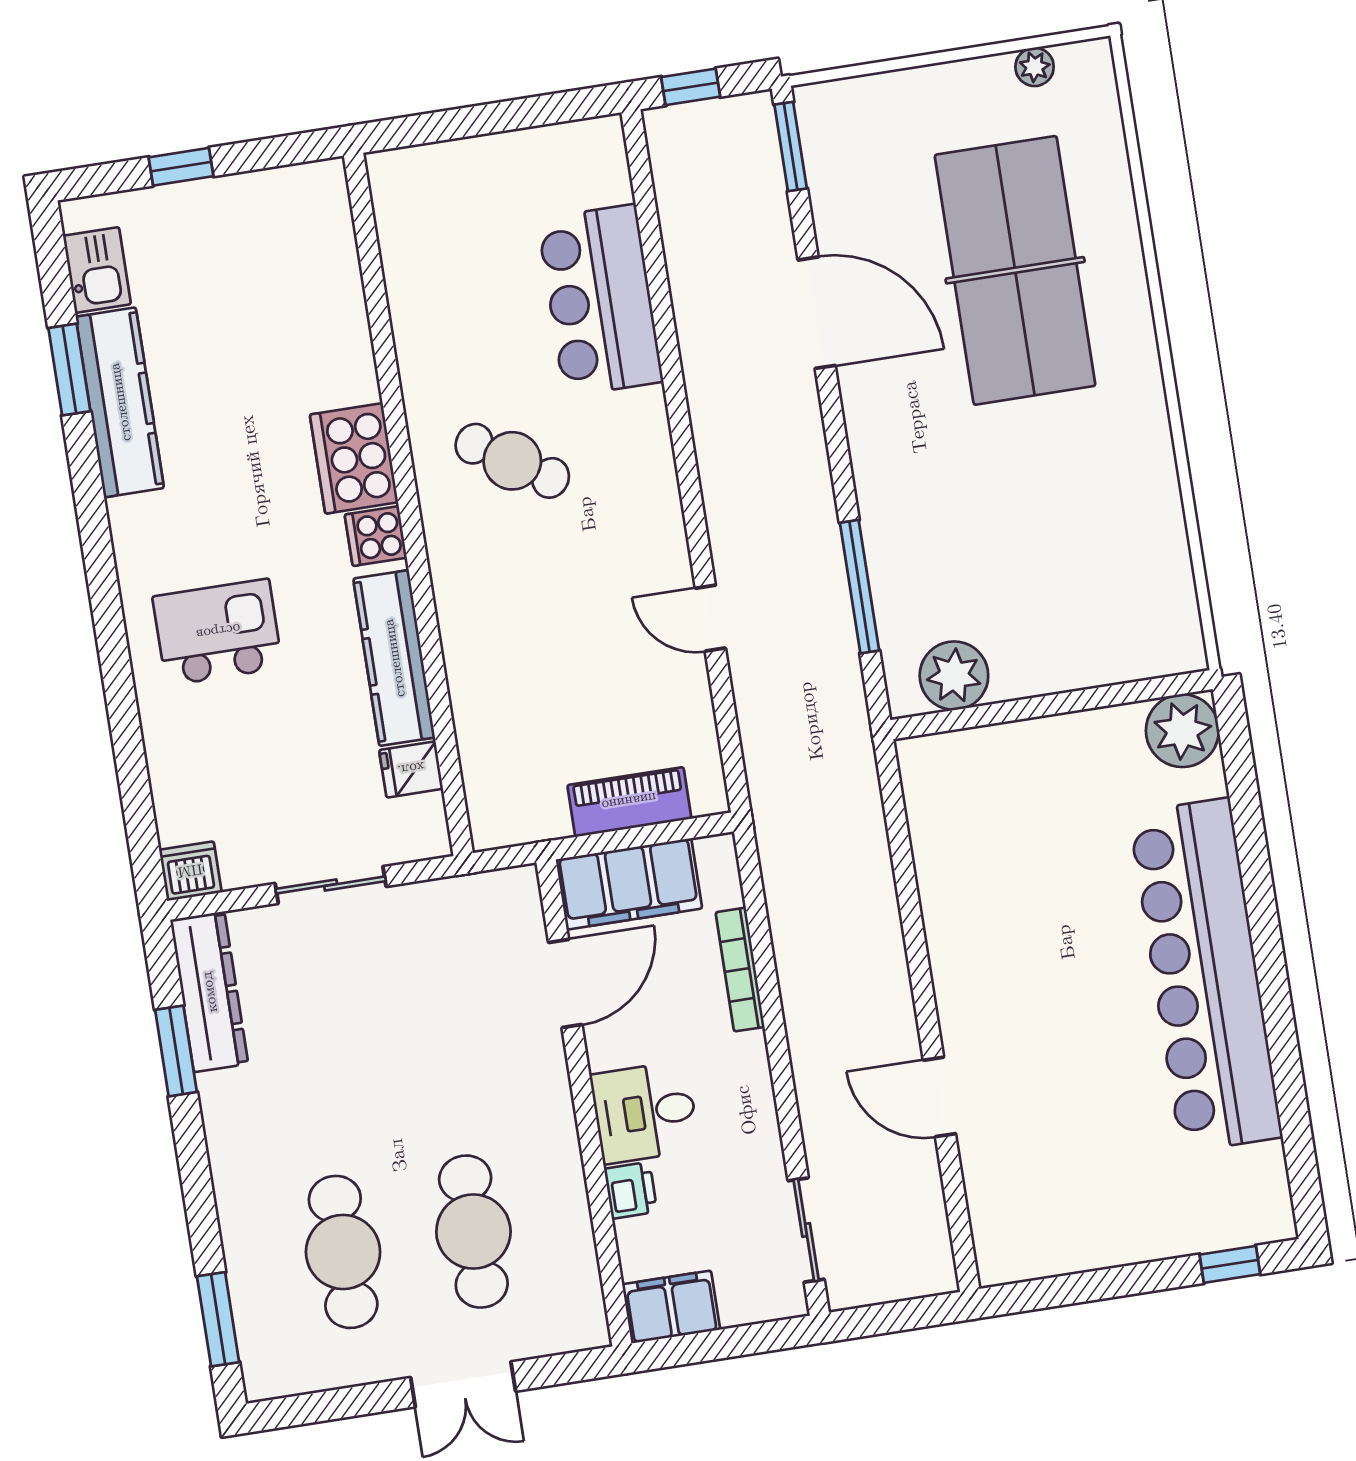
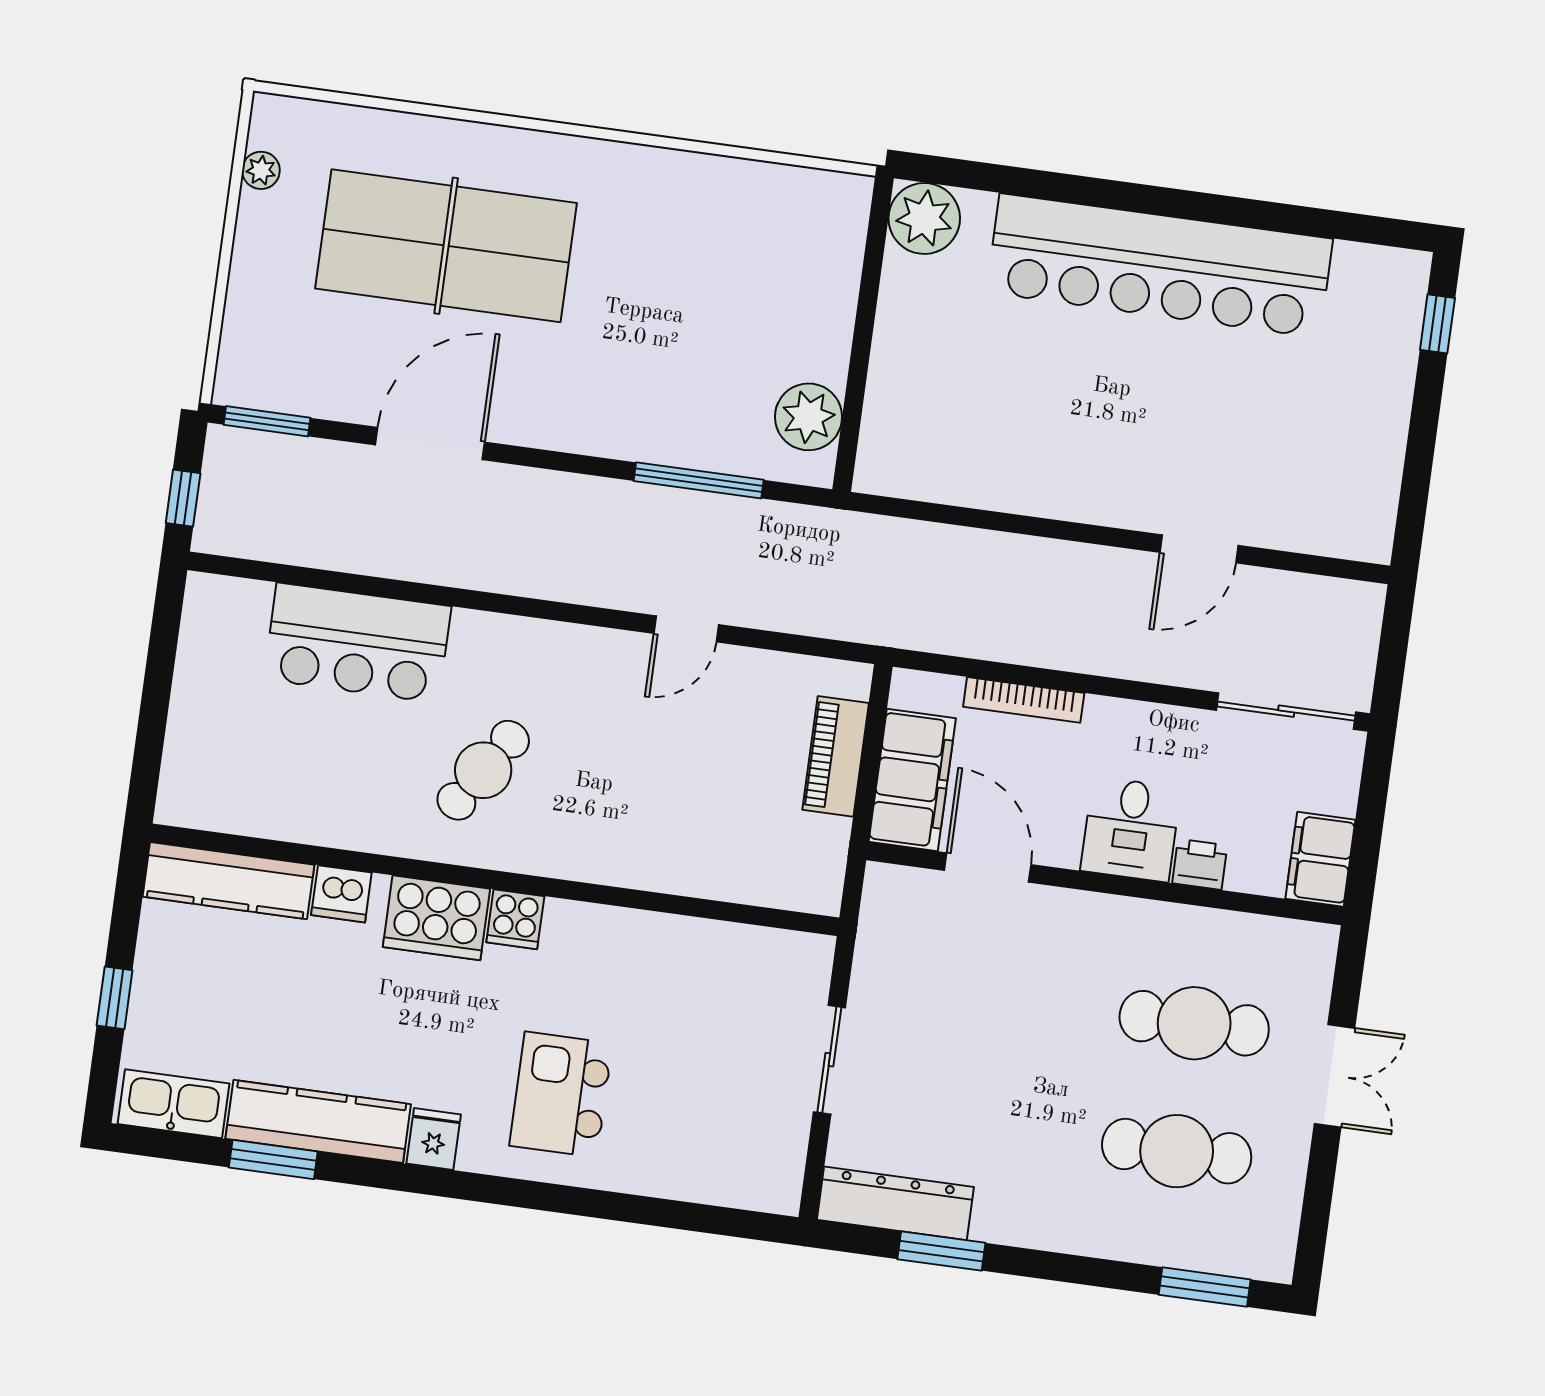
kitchen sink: (97, 270) -> (173, 1104), width x1.38
kitchen counter: (394, 658) -> (228, 881), moved
fridge: (411, 769) -> (434, 1139), moved, turned 180
dishwasher: (190, 871) -> (341, 894), moved, turned -90
sliding door: (806, 1230) -> (1286, 711), width x1.37

